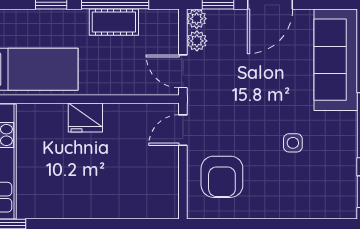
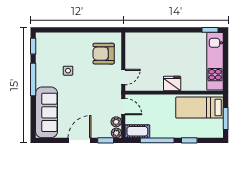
cot: (114, 22) -> (137, 131), moved
armchair: (222, 177) -> (104, 54), turned -90

